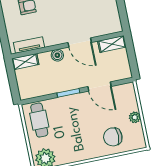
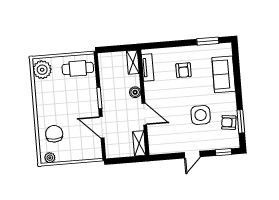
door: (80, 42) -> (144, 114), swing flipped
door: (99, 87) -> (102, 127), hinge flipped
plant: (135, 117) -> (50, 158), moved

